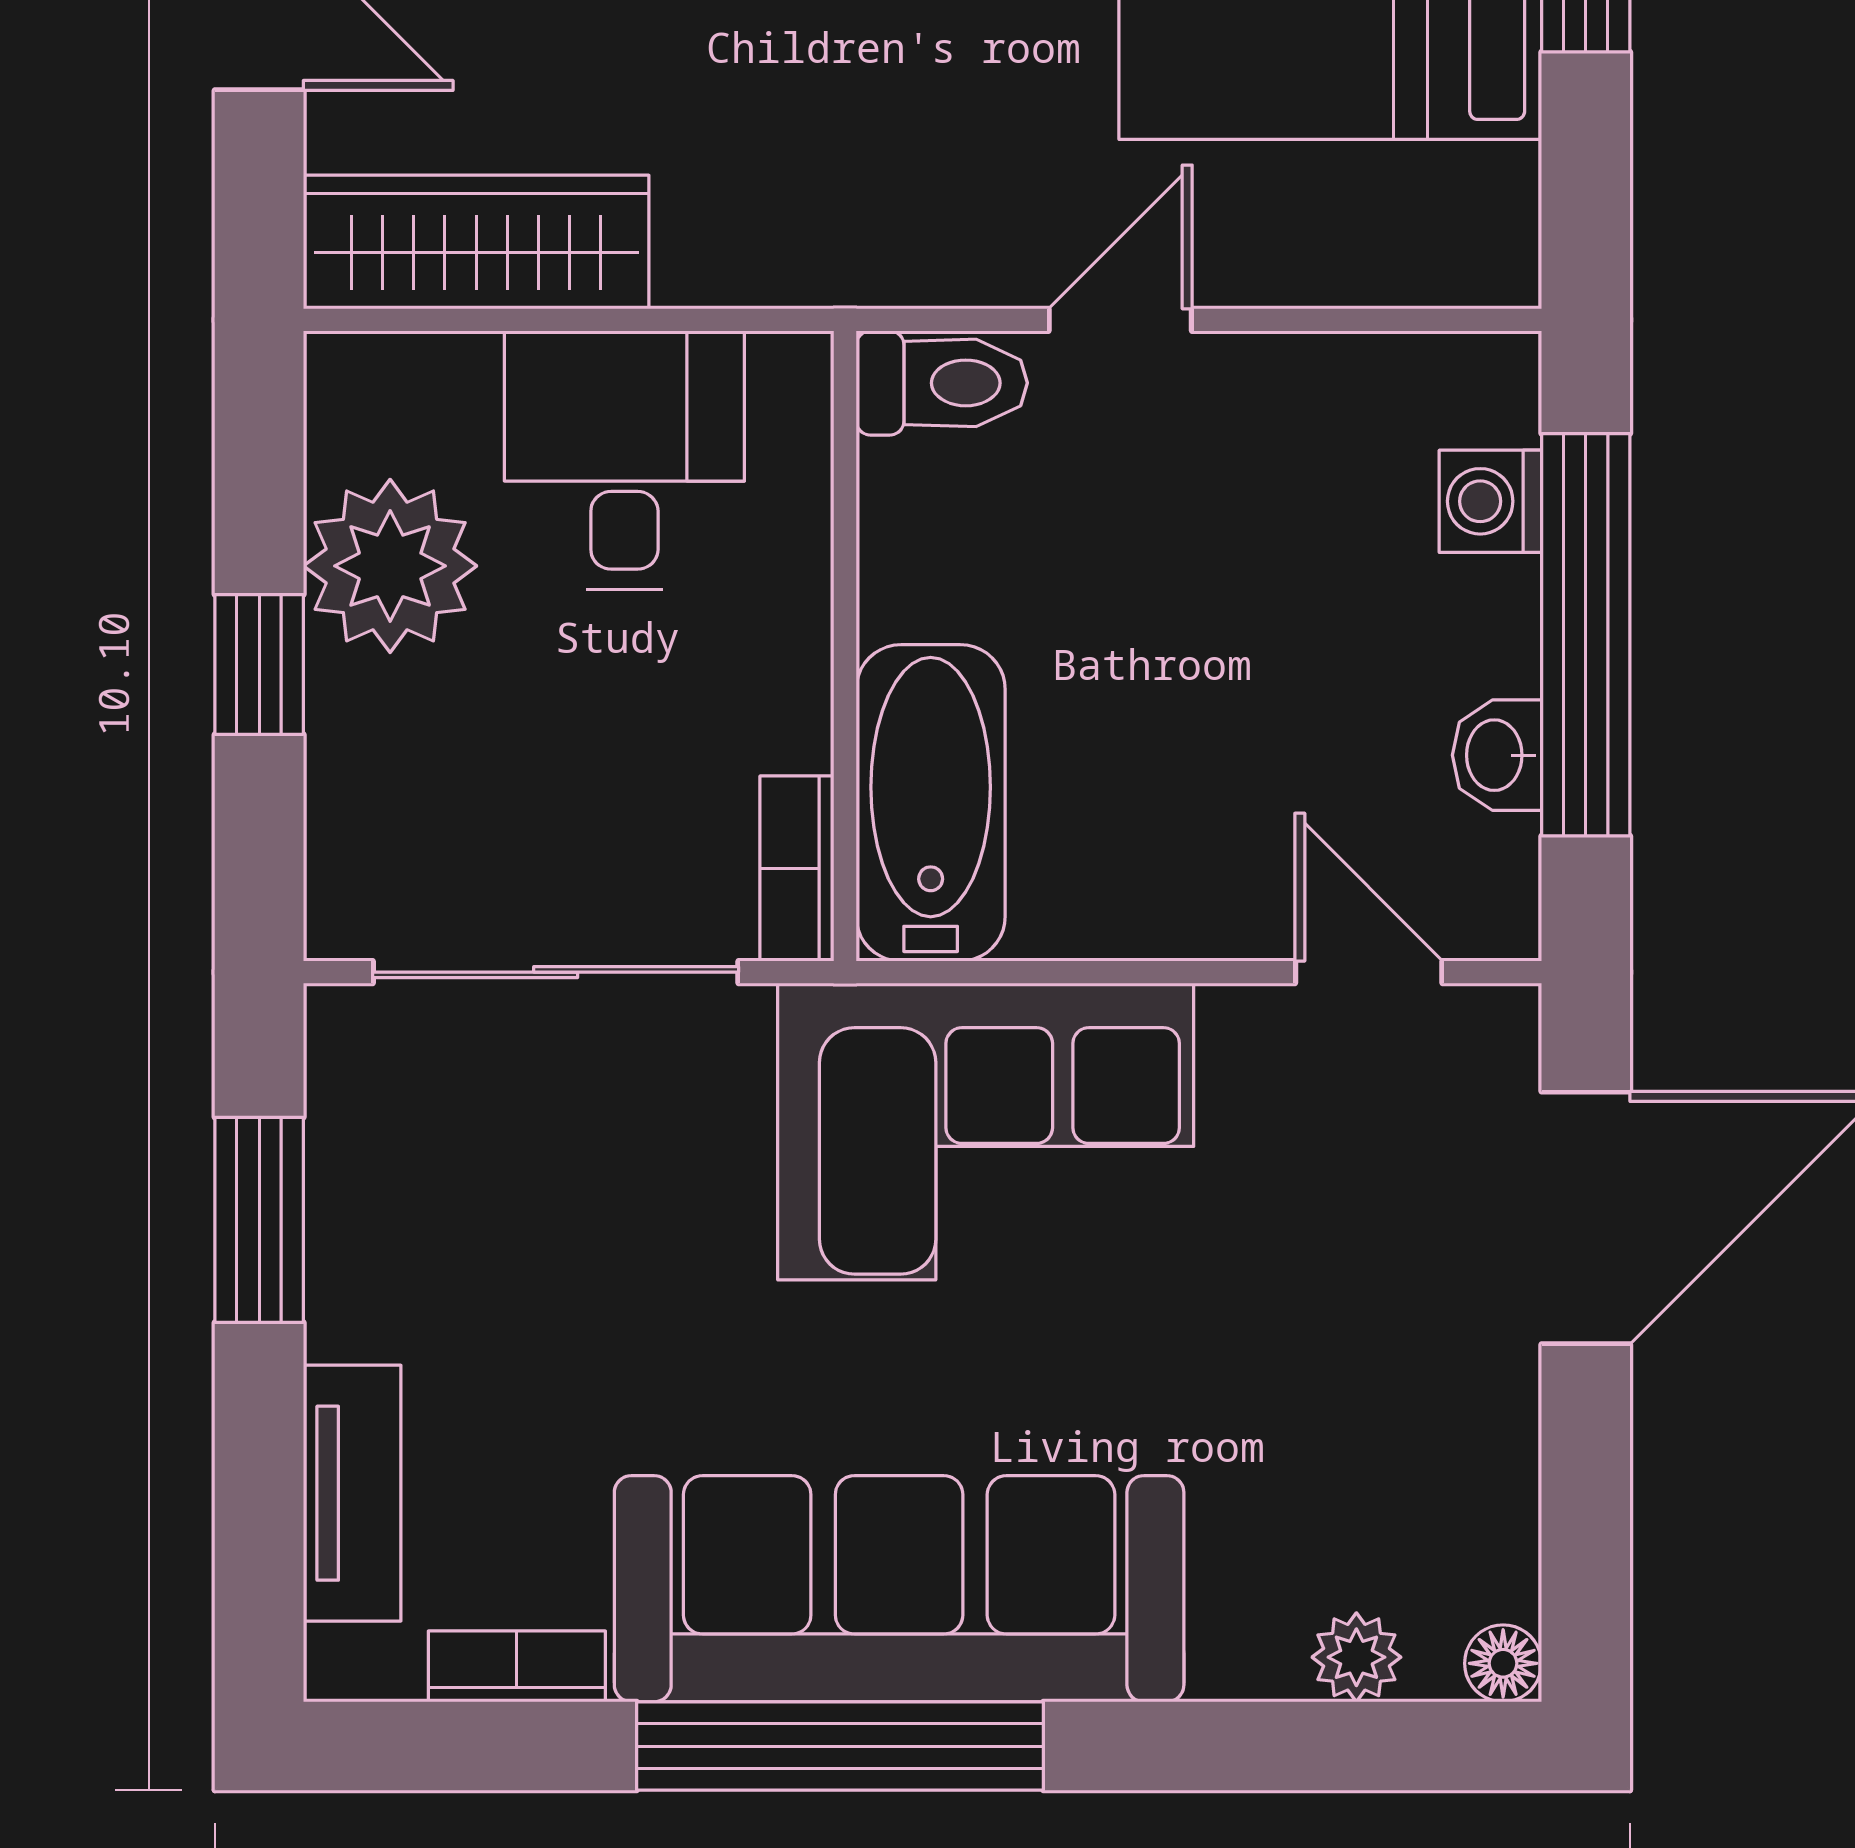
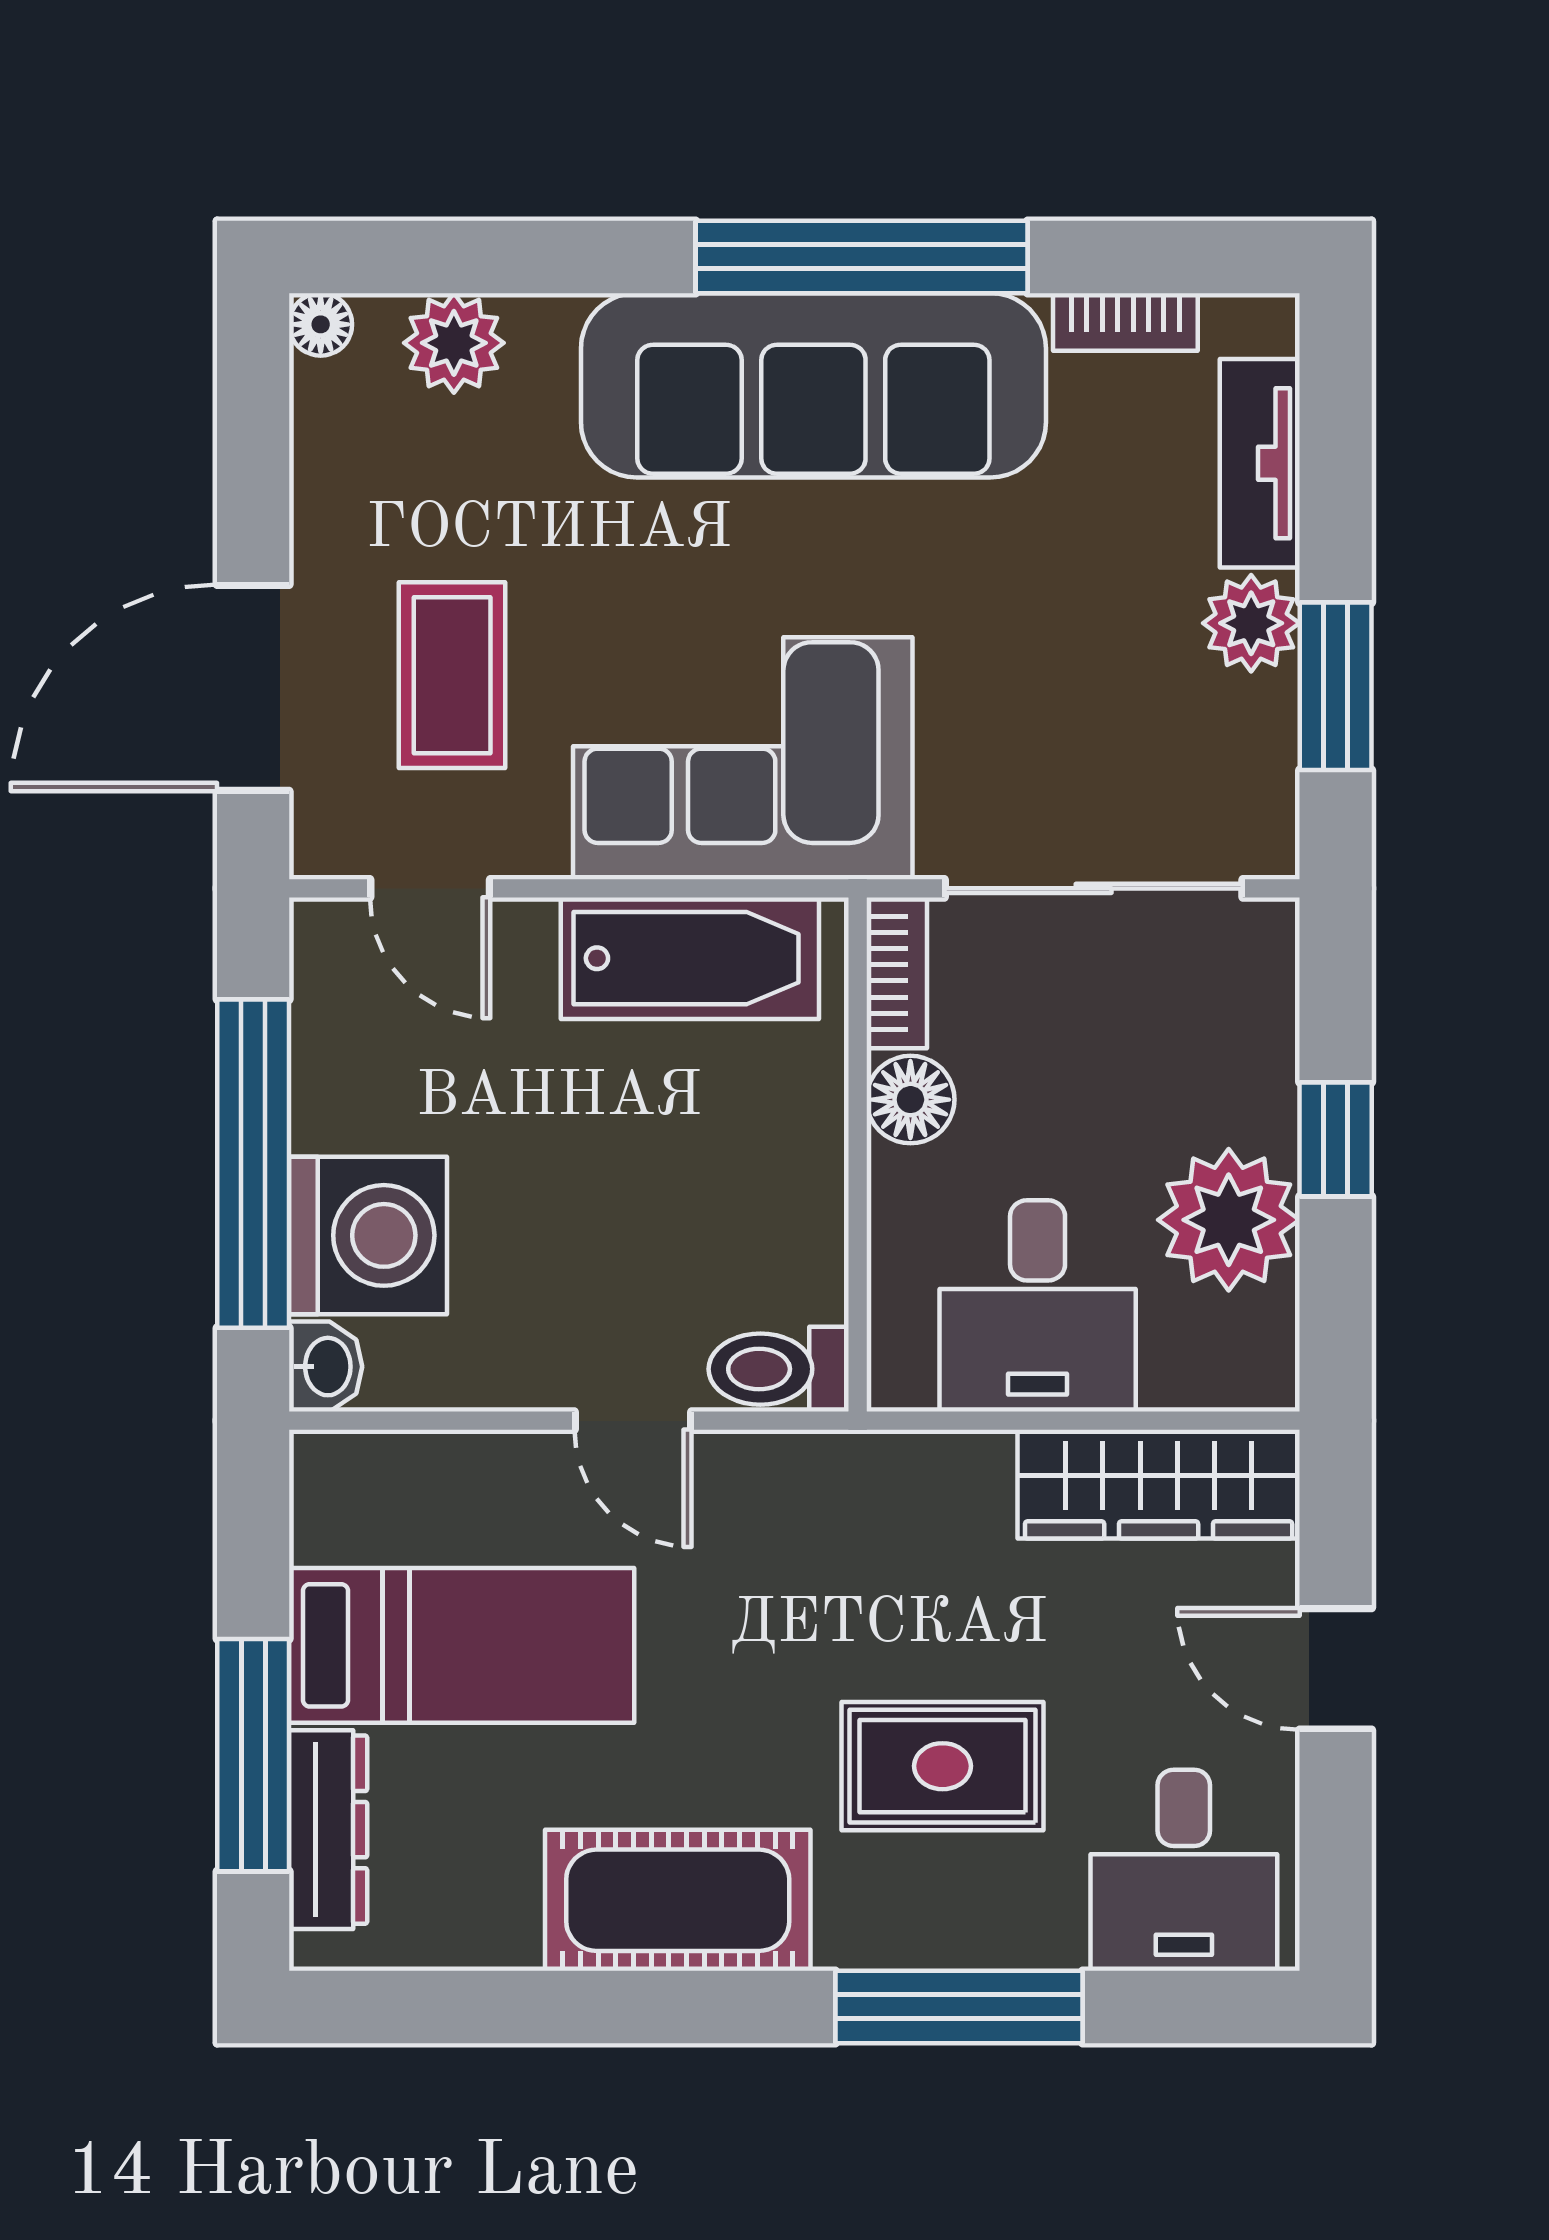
door: (1120, 320) -> (633, 1421), hinge flipped
washing machine: (1490, 501) -> (368, 1235), width x1.89, depth x1.89
floor lamp: (780, 713) -> (910, 1100), added
washbasin: (1497, 755) -> (326, 1367), moved
bathtub: (931, 803) -> (690, 958), moved, turned -90
coffee table: (1342, 1233) -> (452, 675), added
plant: (363, 1297) -> (1251, 623), added
plant: (1356, 1657) -> (454, 343), width x1.38, depth x1.38

